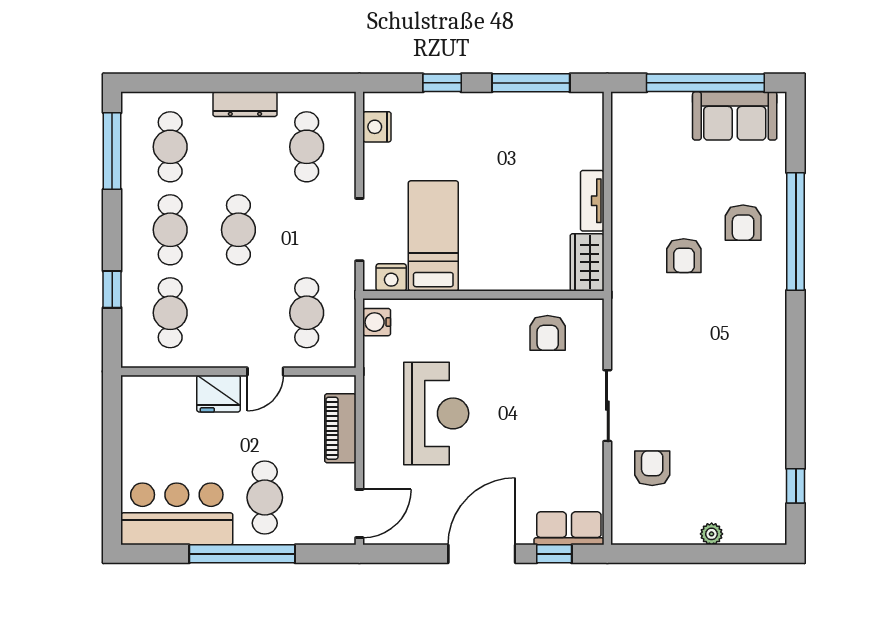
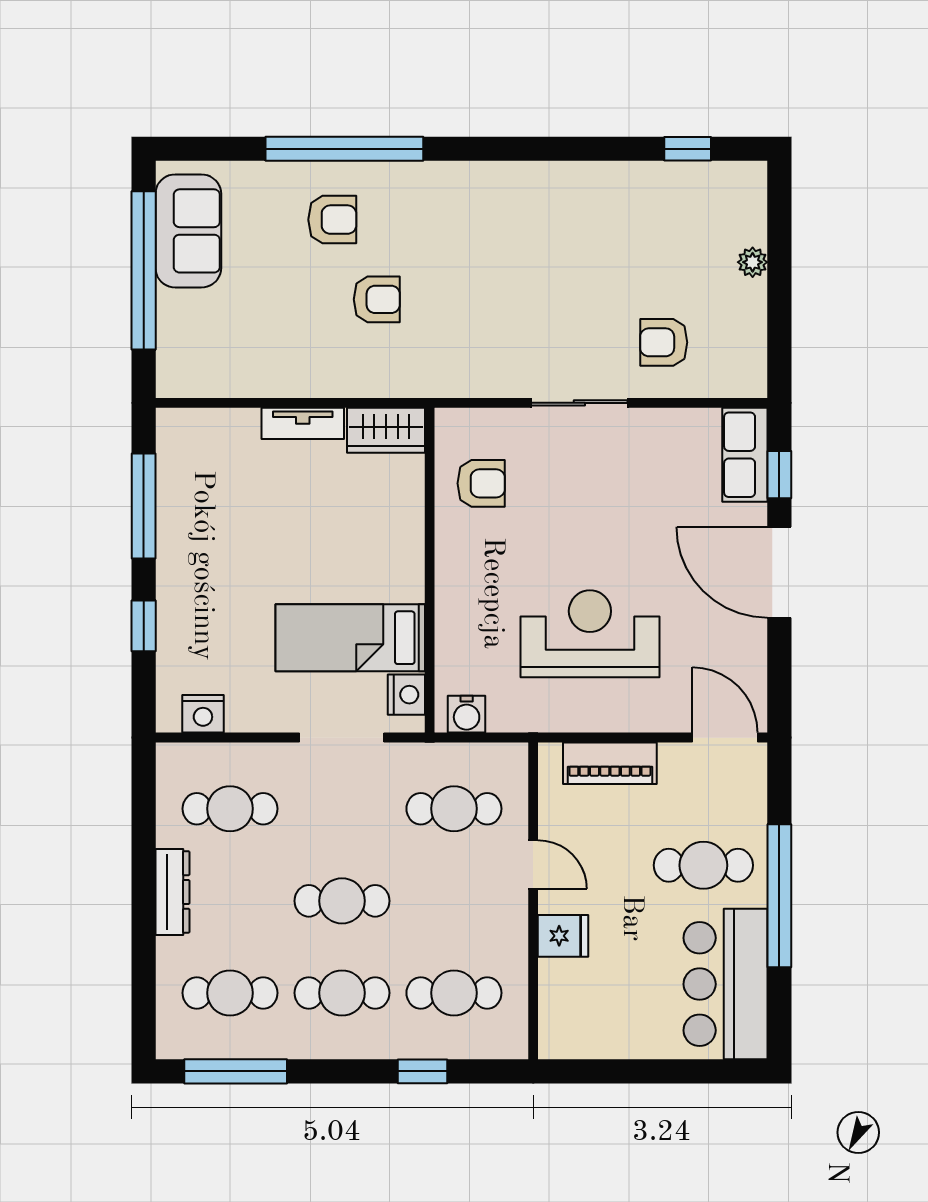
fridge: (219, 394) -> (563, 936), width x0.72

